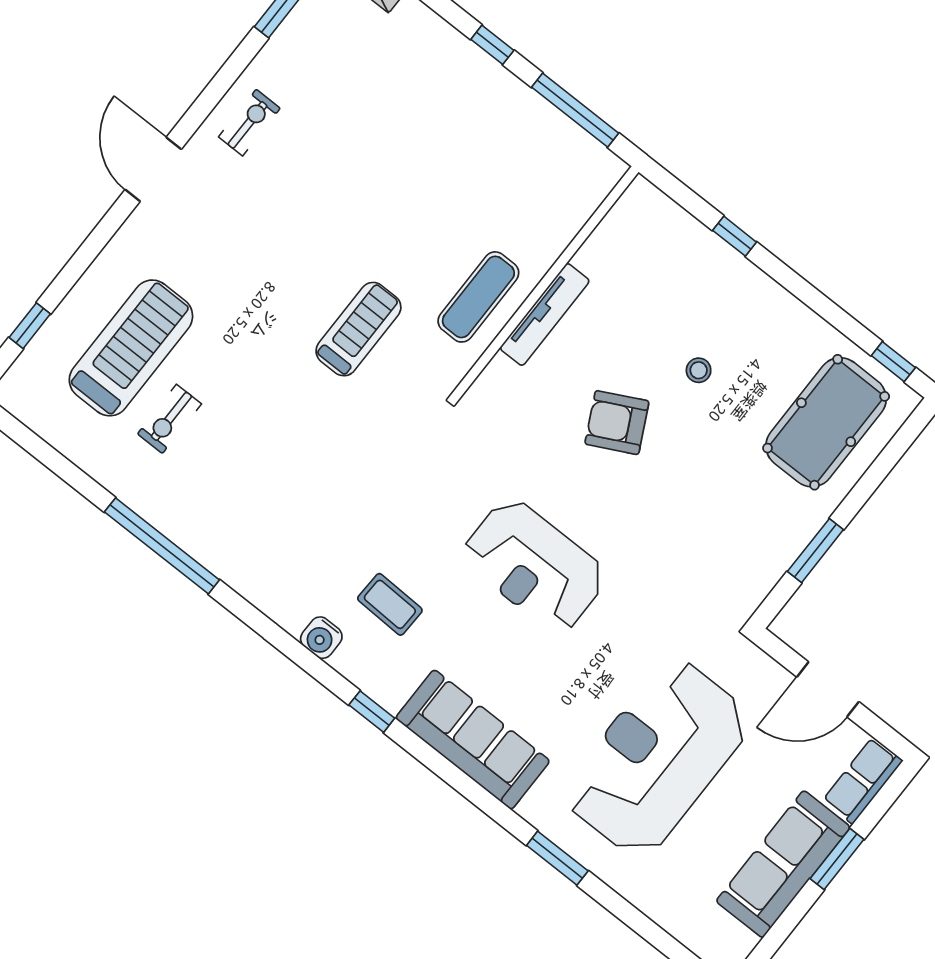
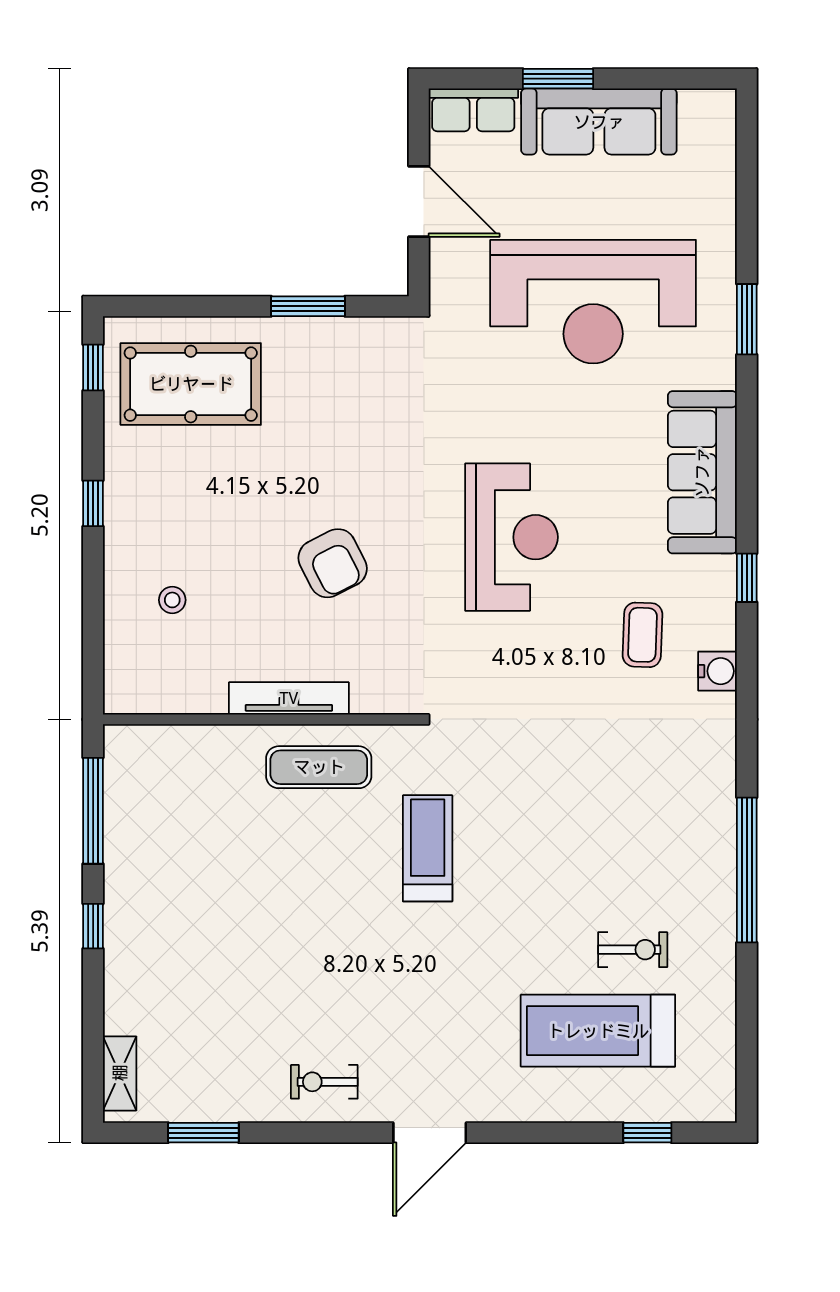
window: (735, 236) -> (93, 503), moved
treadmill: (358, 329) -> (428, 848), turned 90
stool: (699, 370) -> (172, 600), moved

